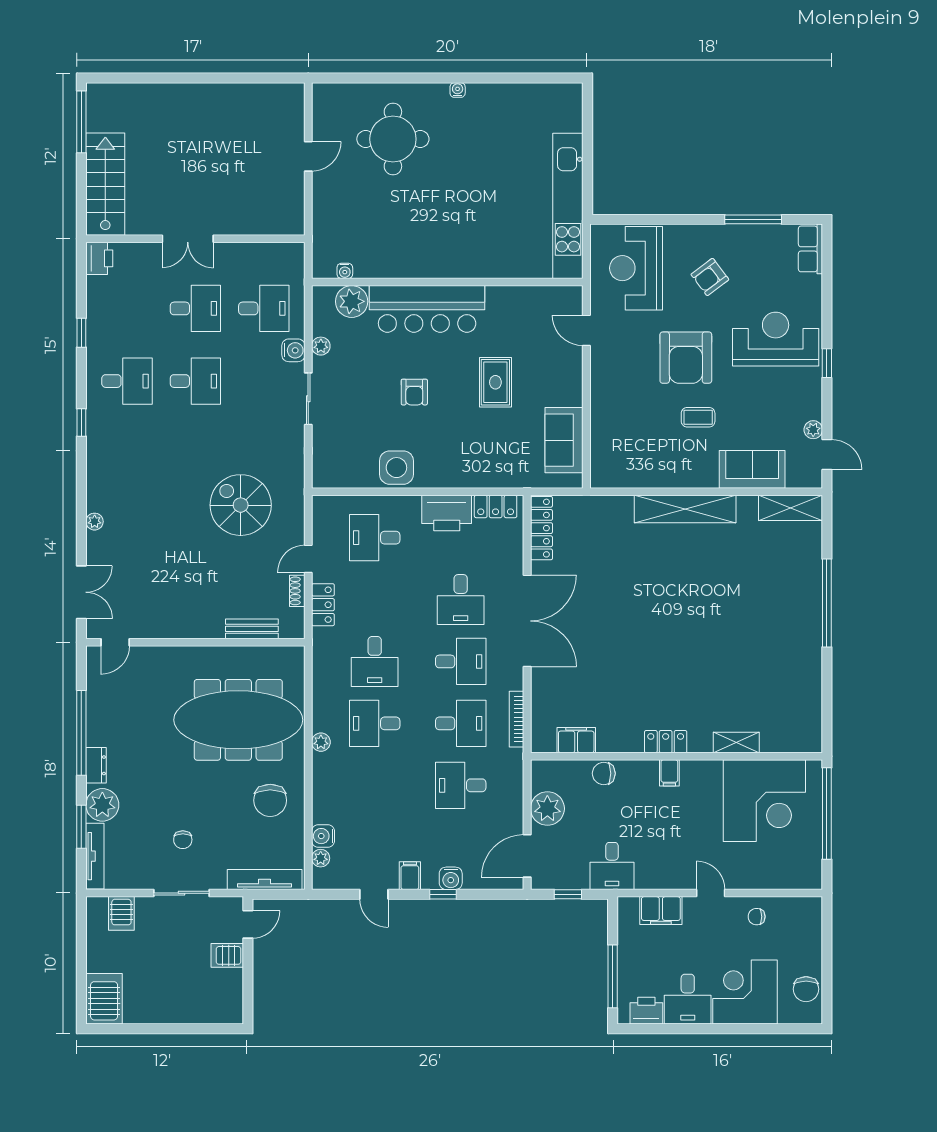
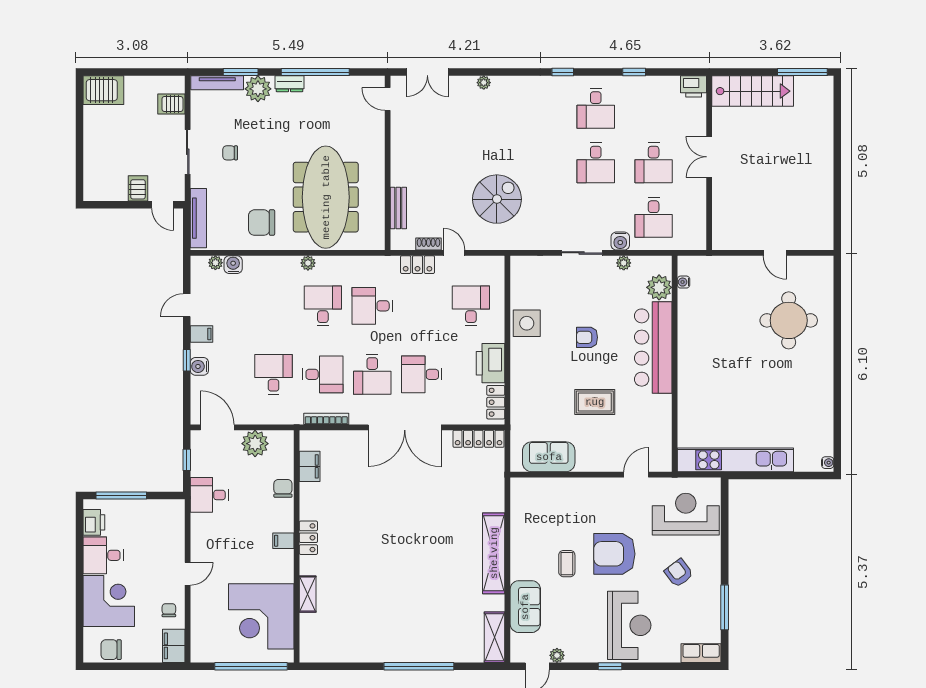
water cooler: (458, 90) -> (828, 463), moved
desk: (461, 723) -> (323, 374), turned -90
filing cabinet: (661, 911) -> (174, 646), moved

